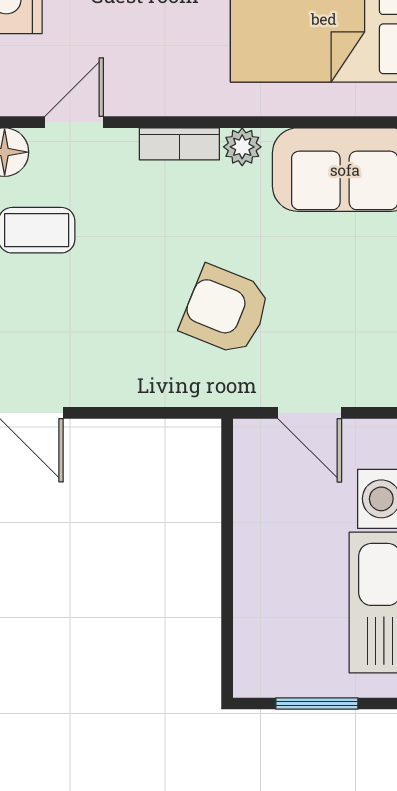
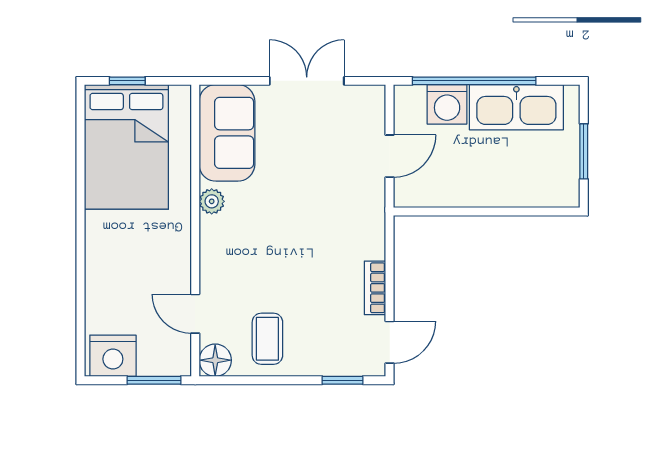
bookcase: (179, 144) -> (375, 288), moved, turned 180
armchair: (226, 310) -> (321, 213), removed

